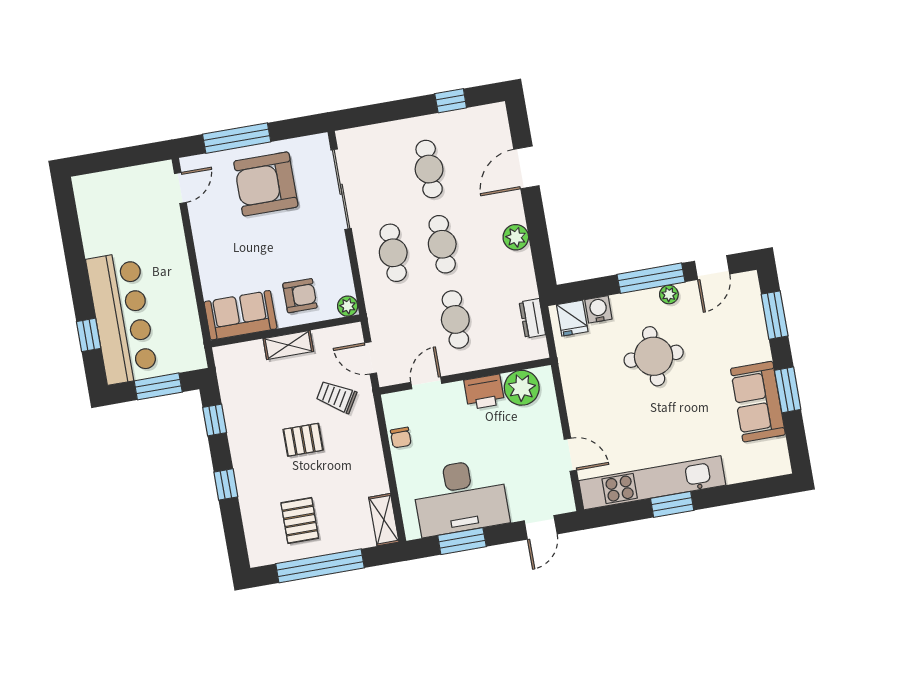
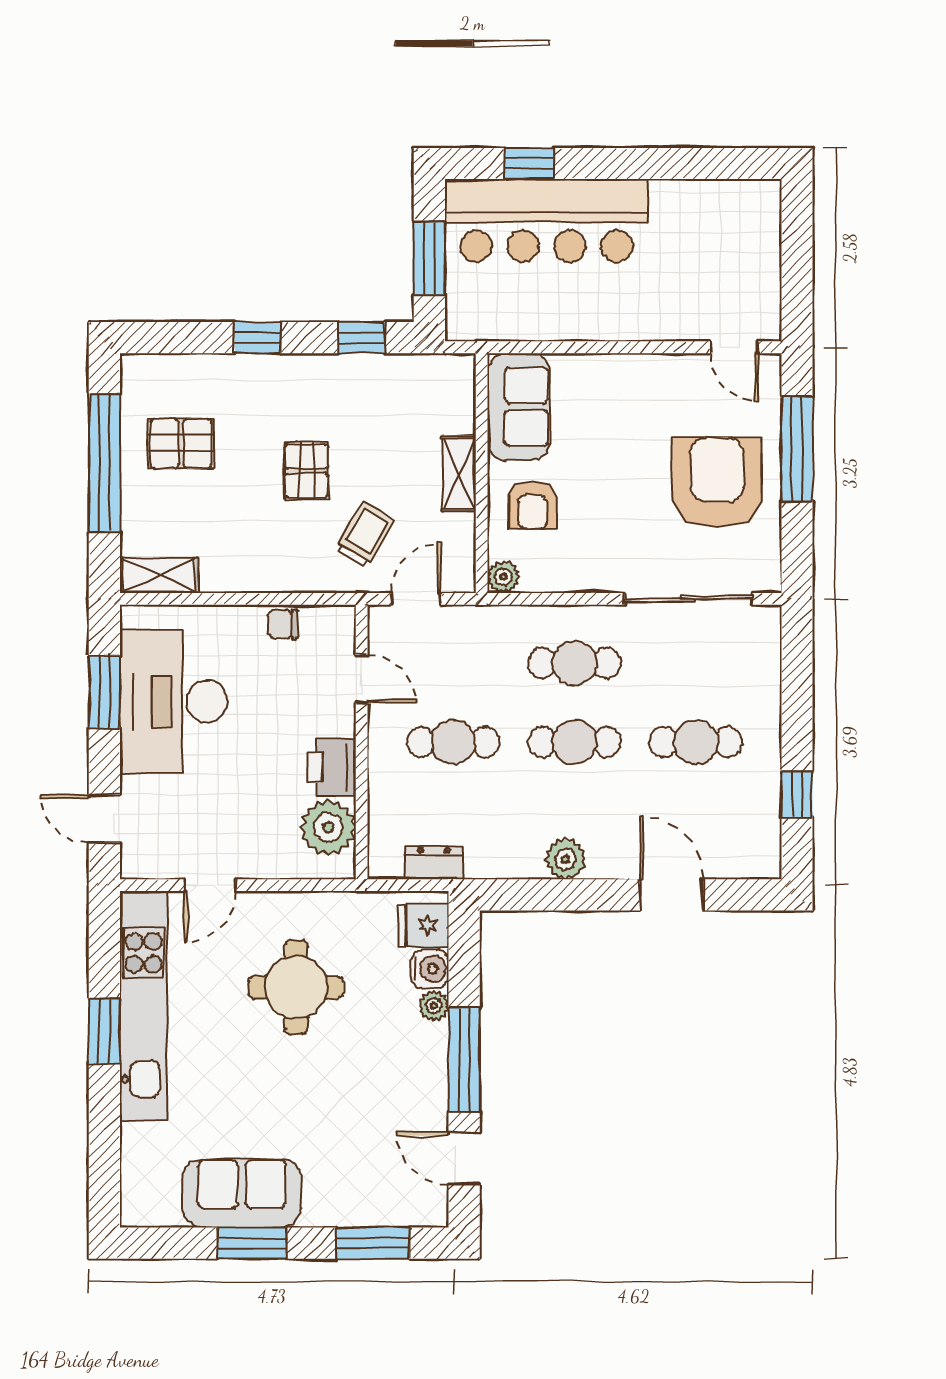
plant: (669, 294) -> (434, 1006), moved
round table: (654, 356) -> (296, 987), moved

